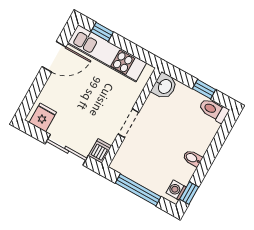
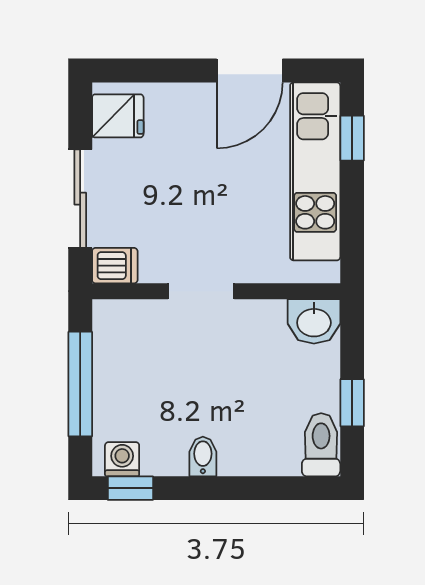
door: (54, 57) -> (250, 71), hinge flipped

